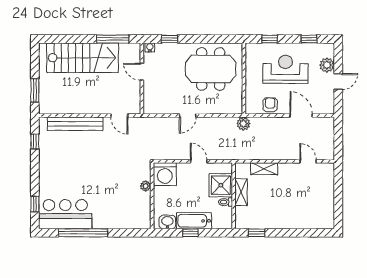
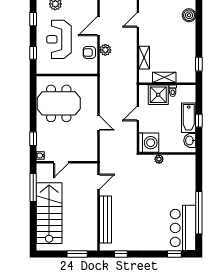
meeting table: (211, 69) -> (59, 103), turned 90
plant: (243, 124) -> (105, 50), moved
boiler: (314, 221) -> (189, 15), added

